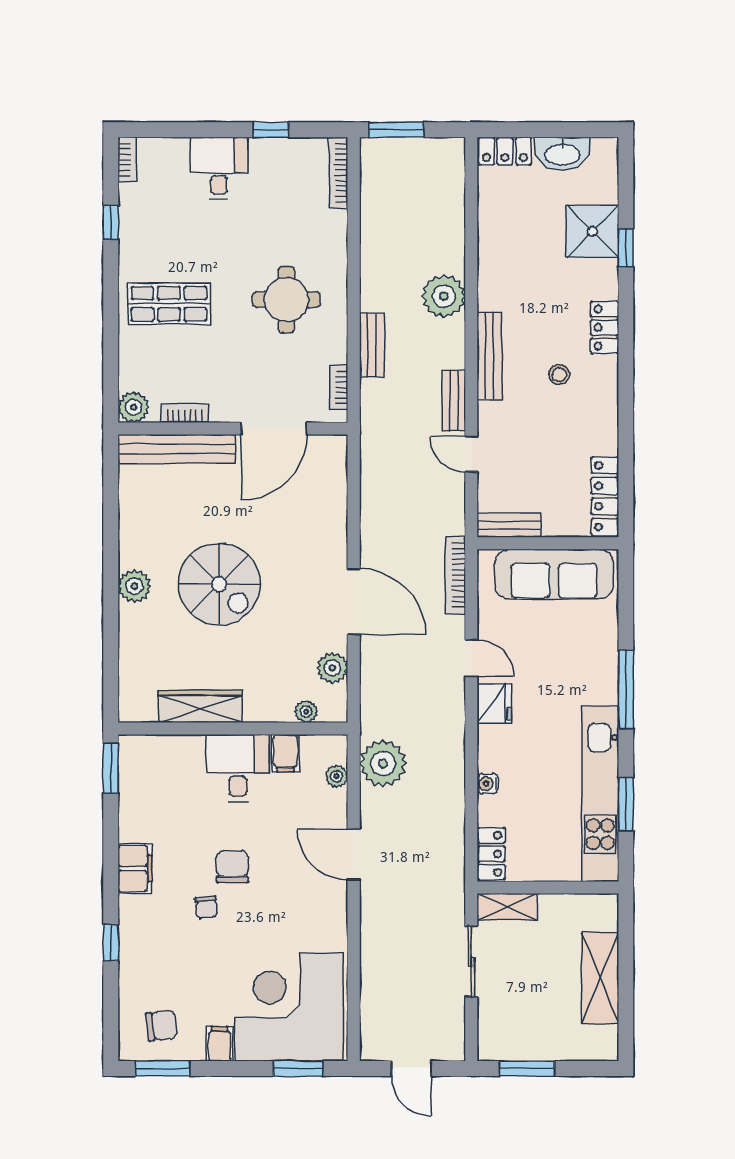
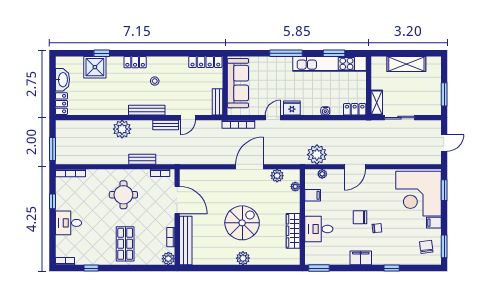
desk: (238, 768) -> (319, 229), moved

